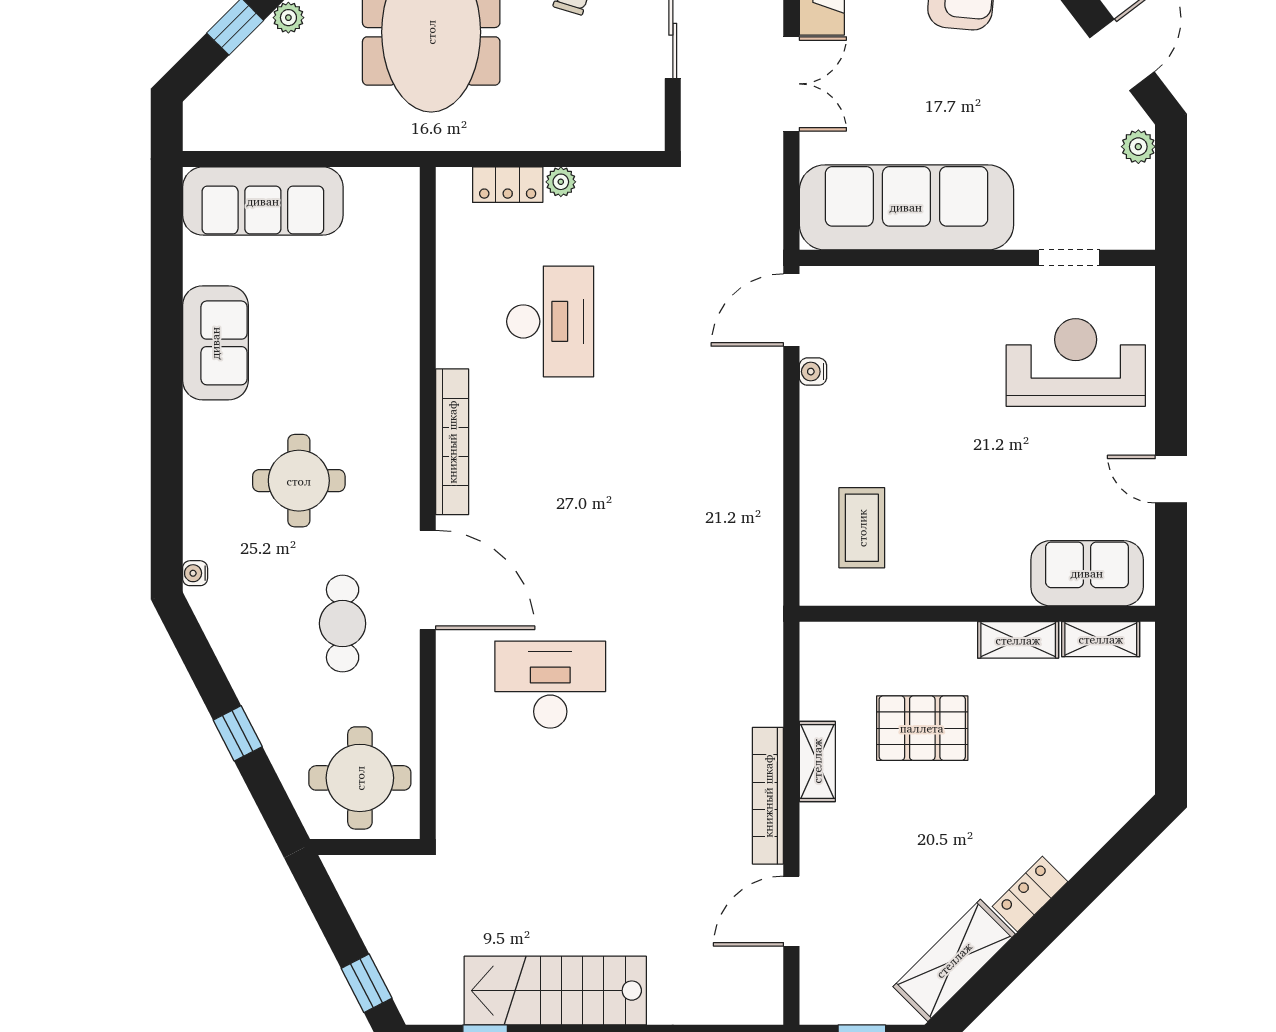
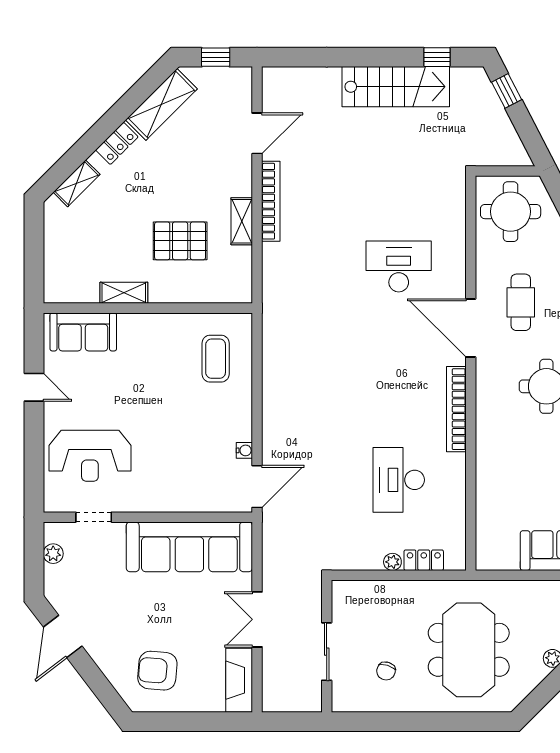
plant: (1138, 147) -> (53, 554), moved
shelving: (1101, 639) -> (77, 183), moved, turned -45
desk: (550, 685) -> (399, 266), turned 180

